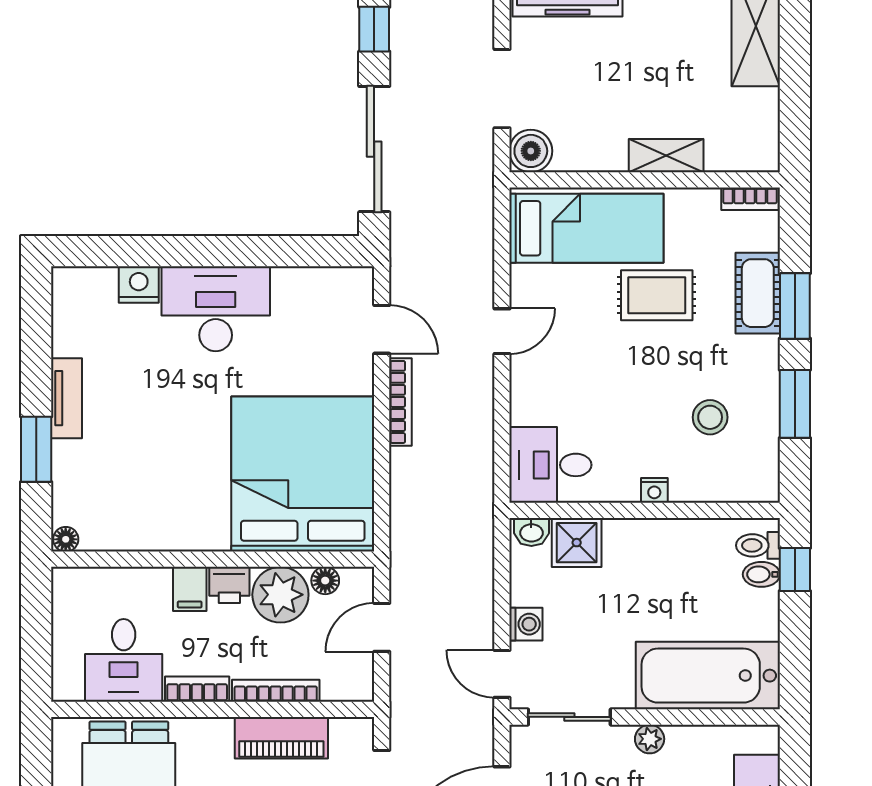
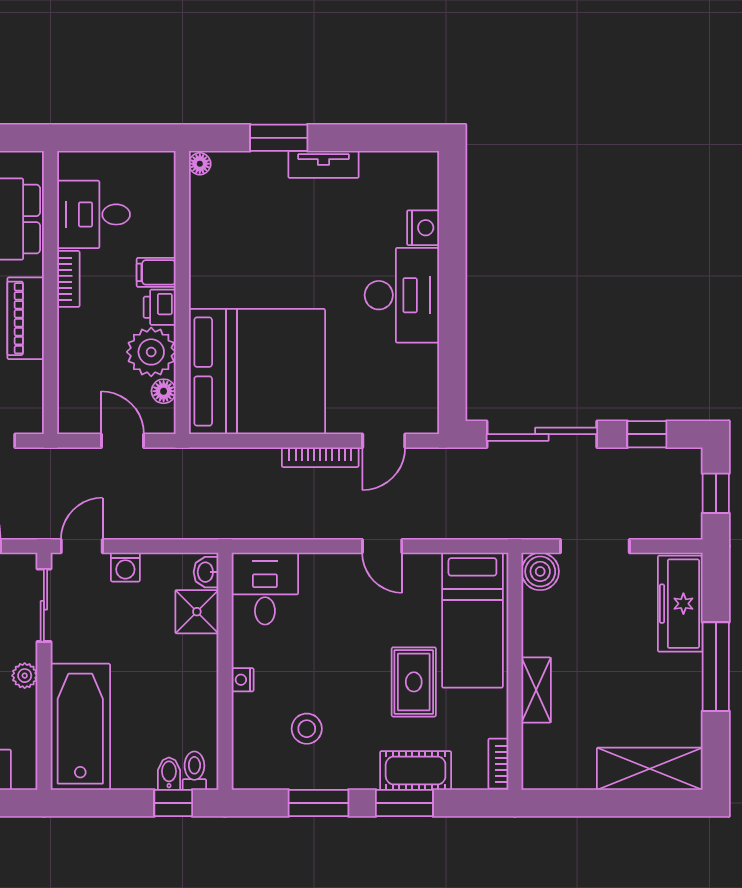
bookcase: (276, 691) -> (67, 348), removed
piano: (281, 738) -> (26, 318), moved

